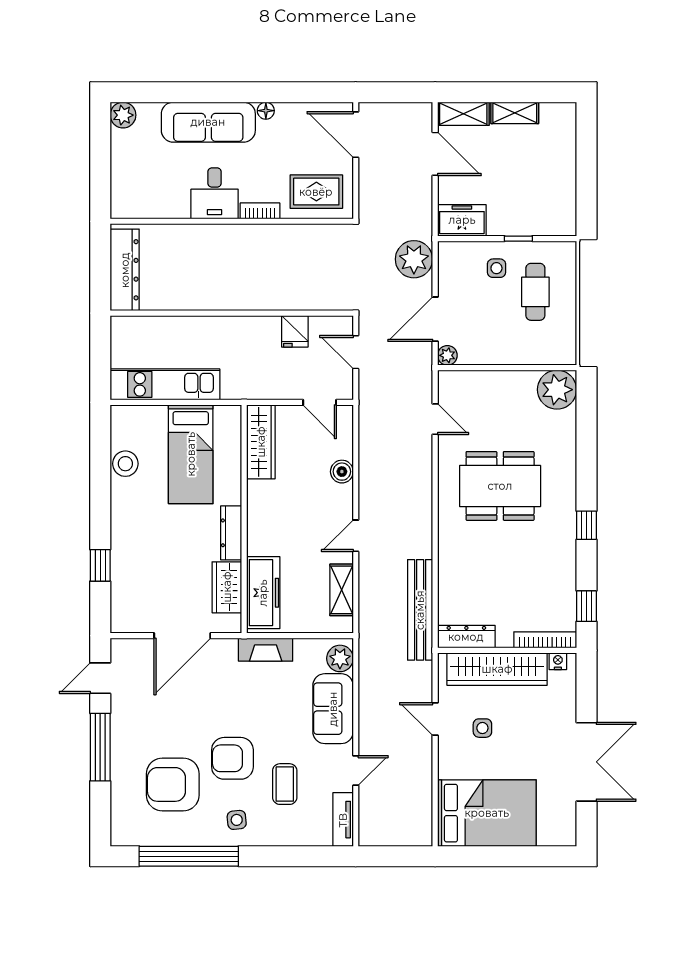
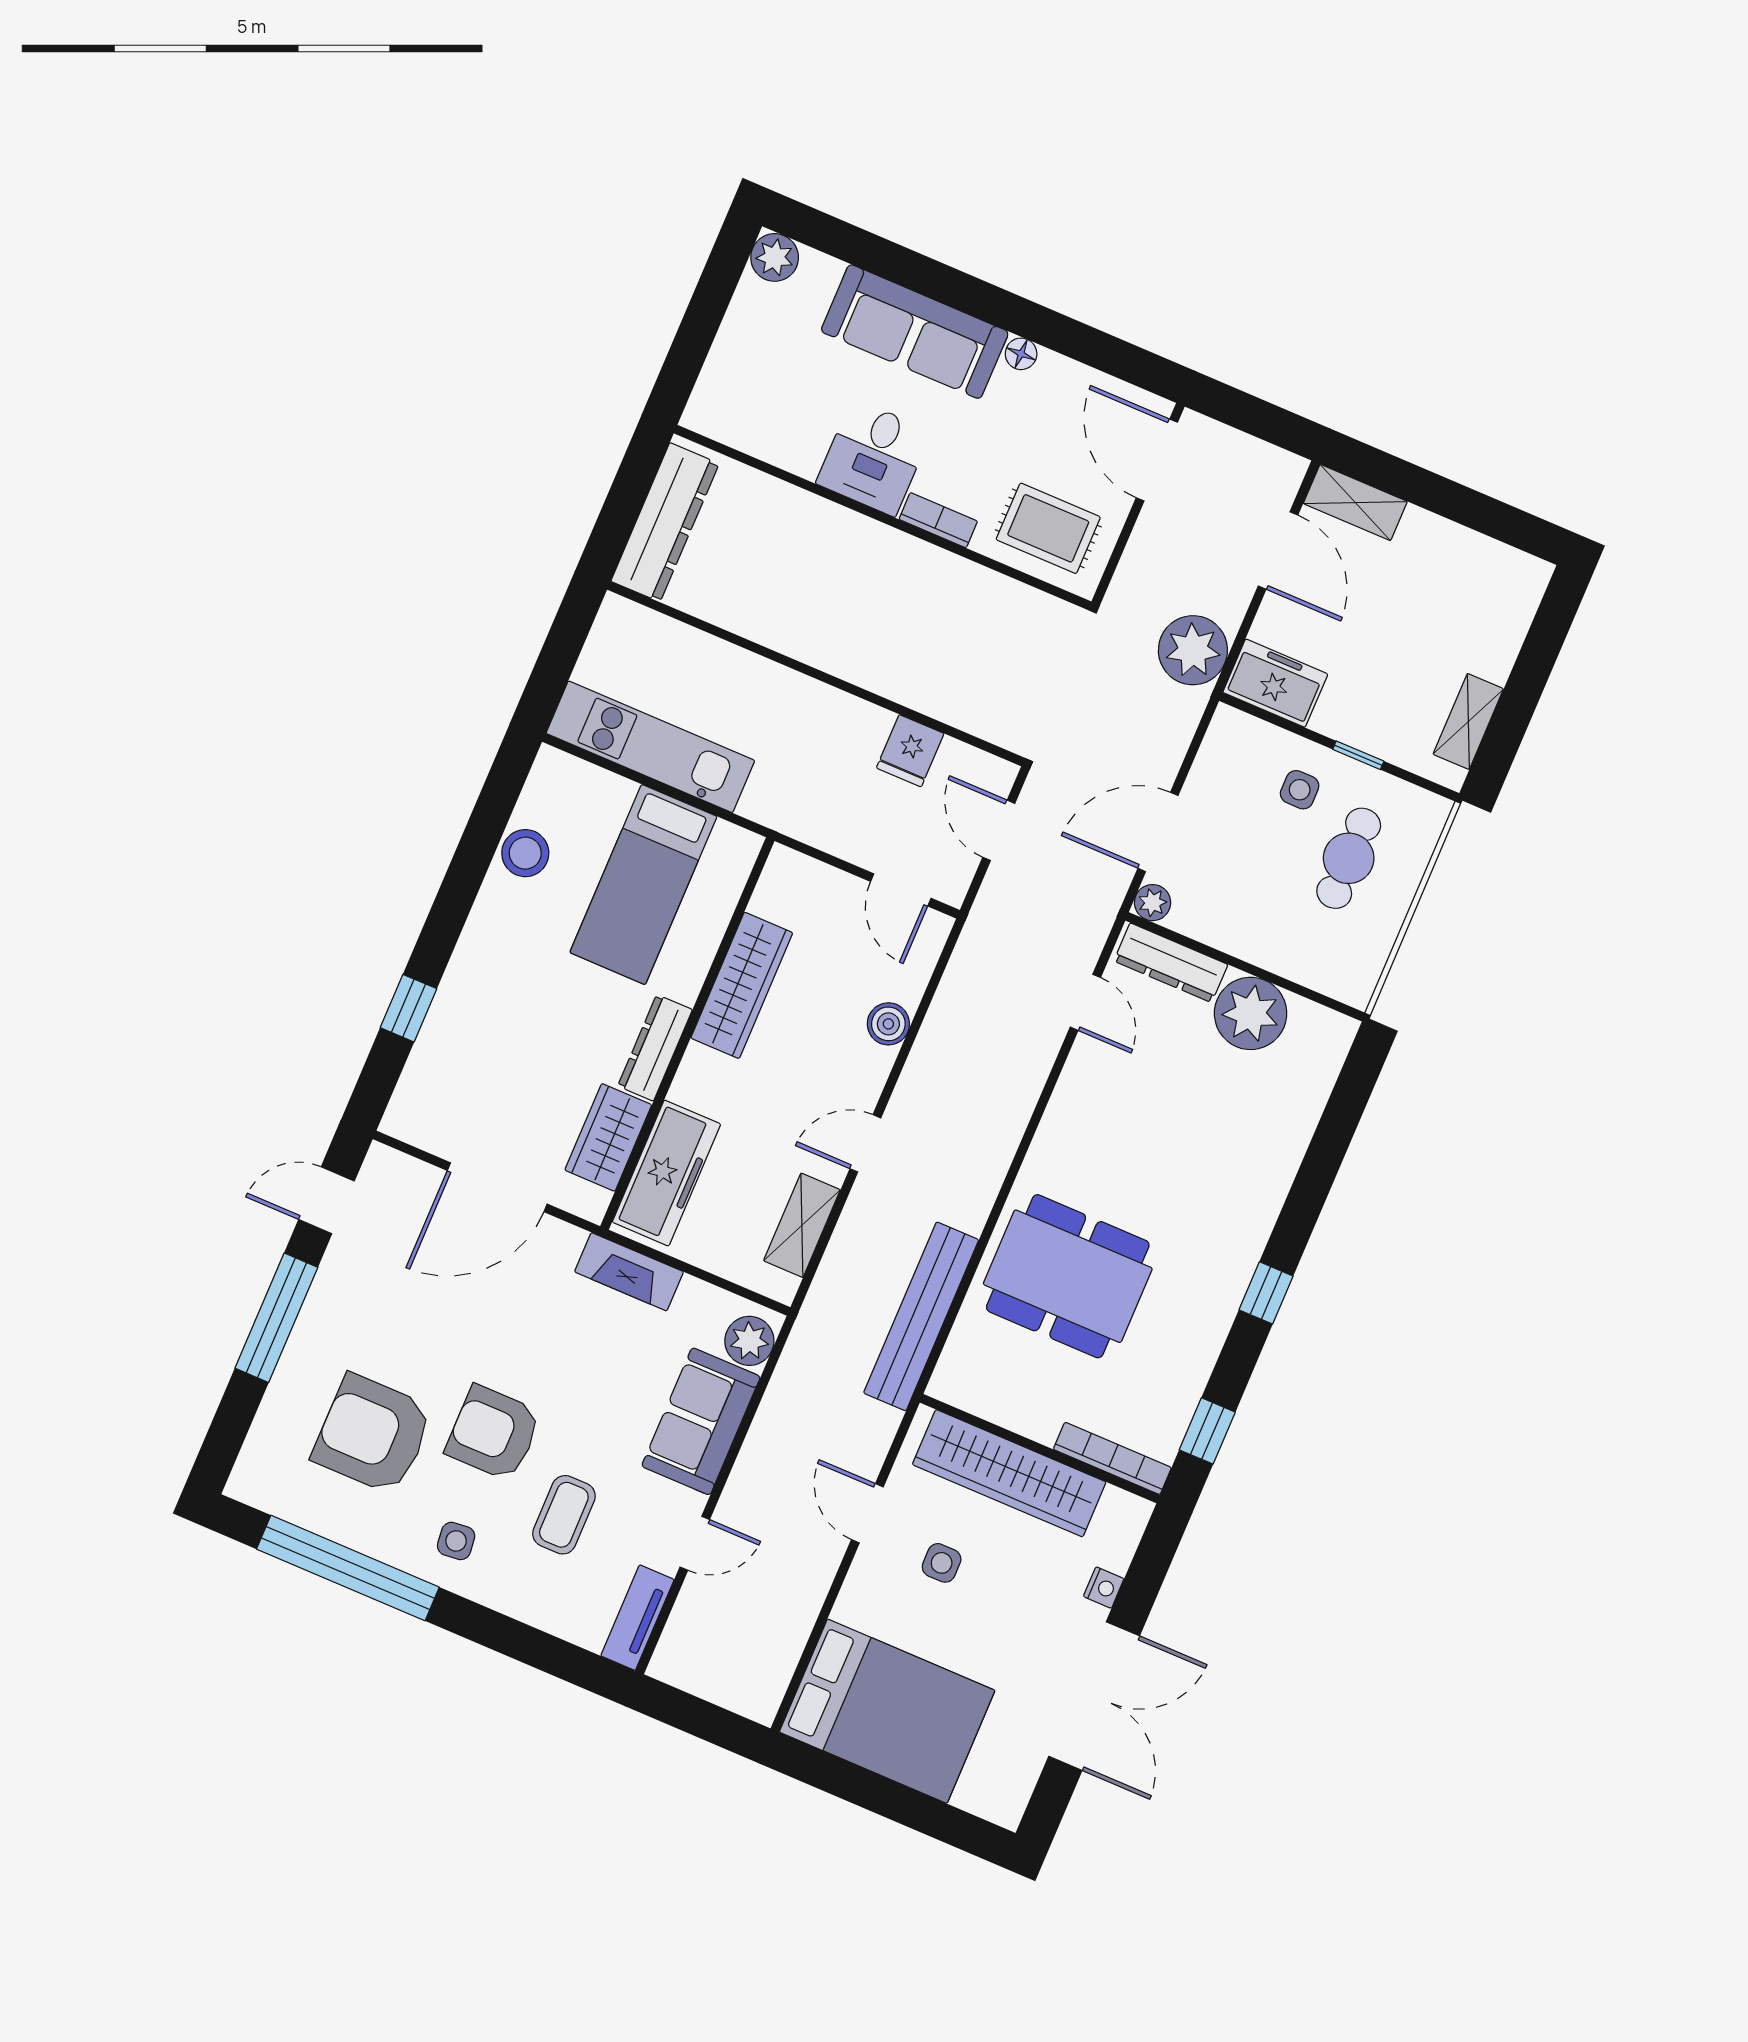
shelving: (515, 113) -> (1468, 722), moved, turned 90
plant: (414, 259) -> (1193, 650), moved
plant: (557, 390) -> (1251, 1013), moved
wardrobe: (261, 442) -> (742, 985), moved
dining table: (500, 486) -> (1068, 1276), moved
dresser: (466, 637) -> (1171, 963), moved, turned 180
nightstand: (558, 661) -> (1104, 1588), moved, turned 90

